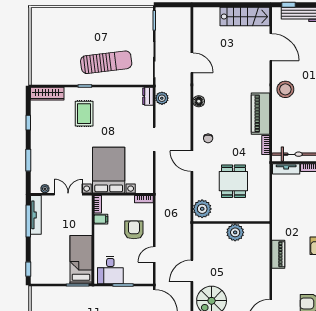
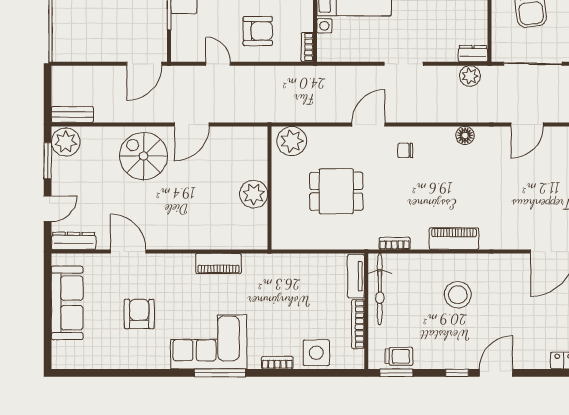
stool: (285, 89) -> (458, 295), moved
piano: (261, 114) -> (454, 239), width x0.73, depth x0.75
door: (192, 271) -> (192, 124), swing flipped

